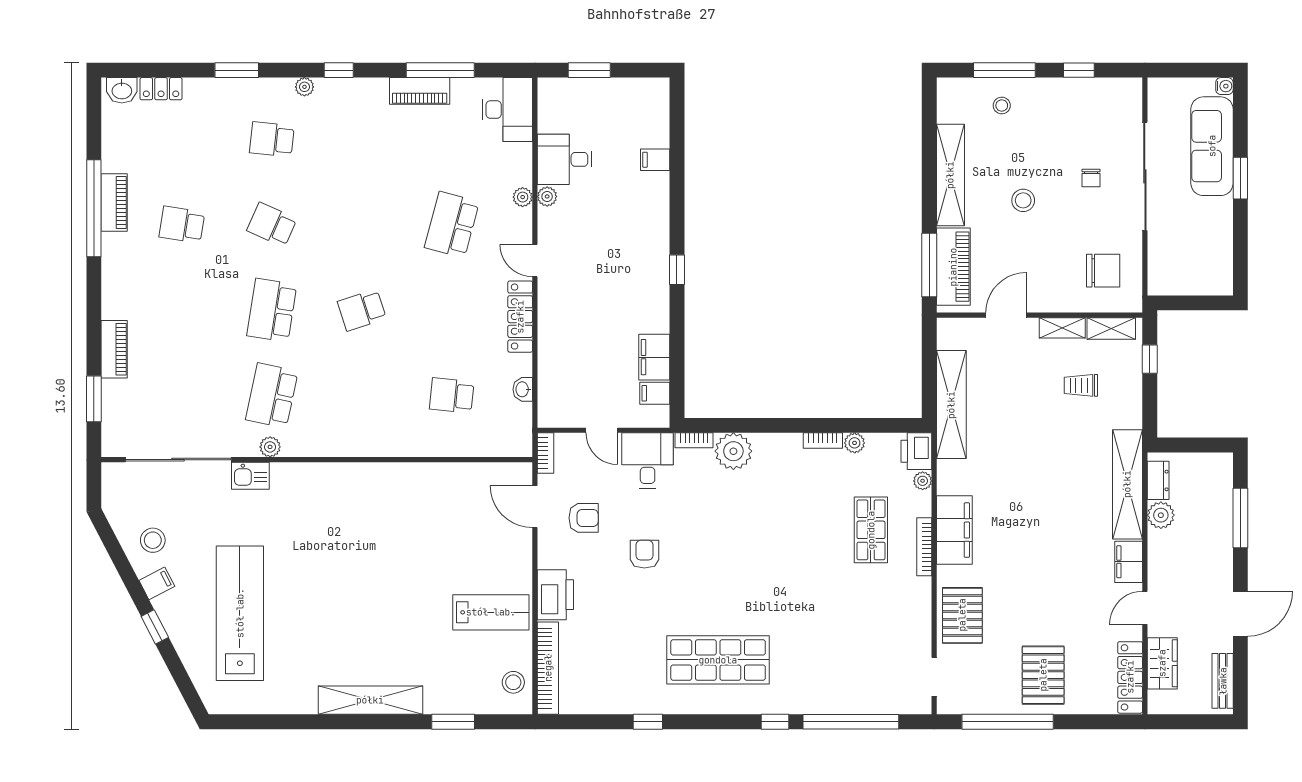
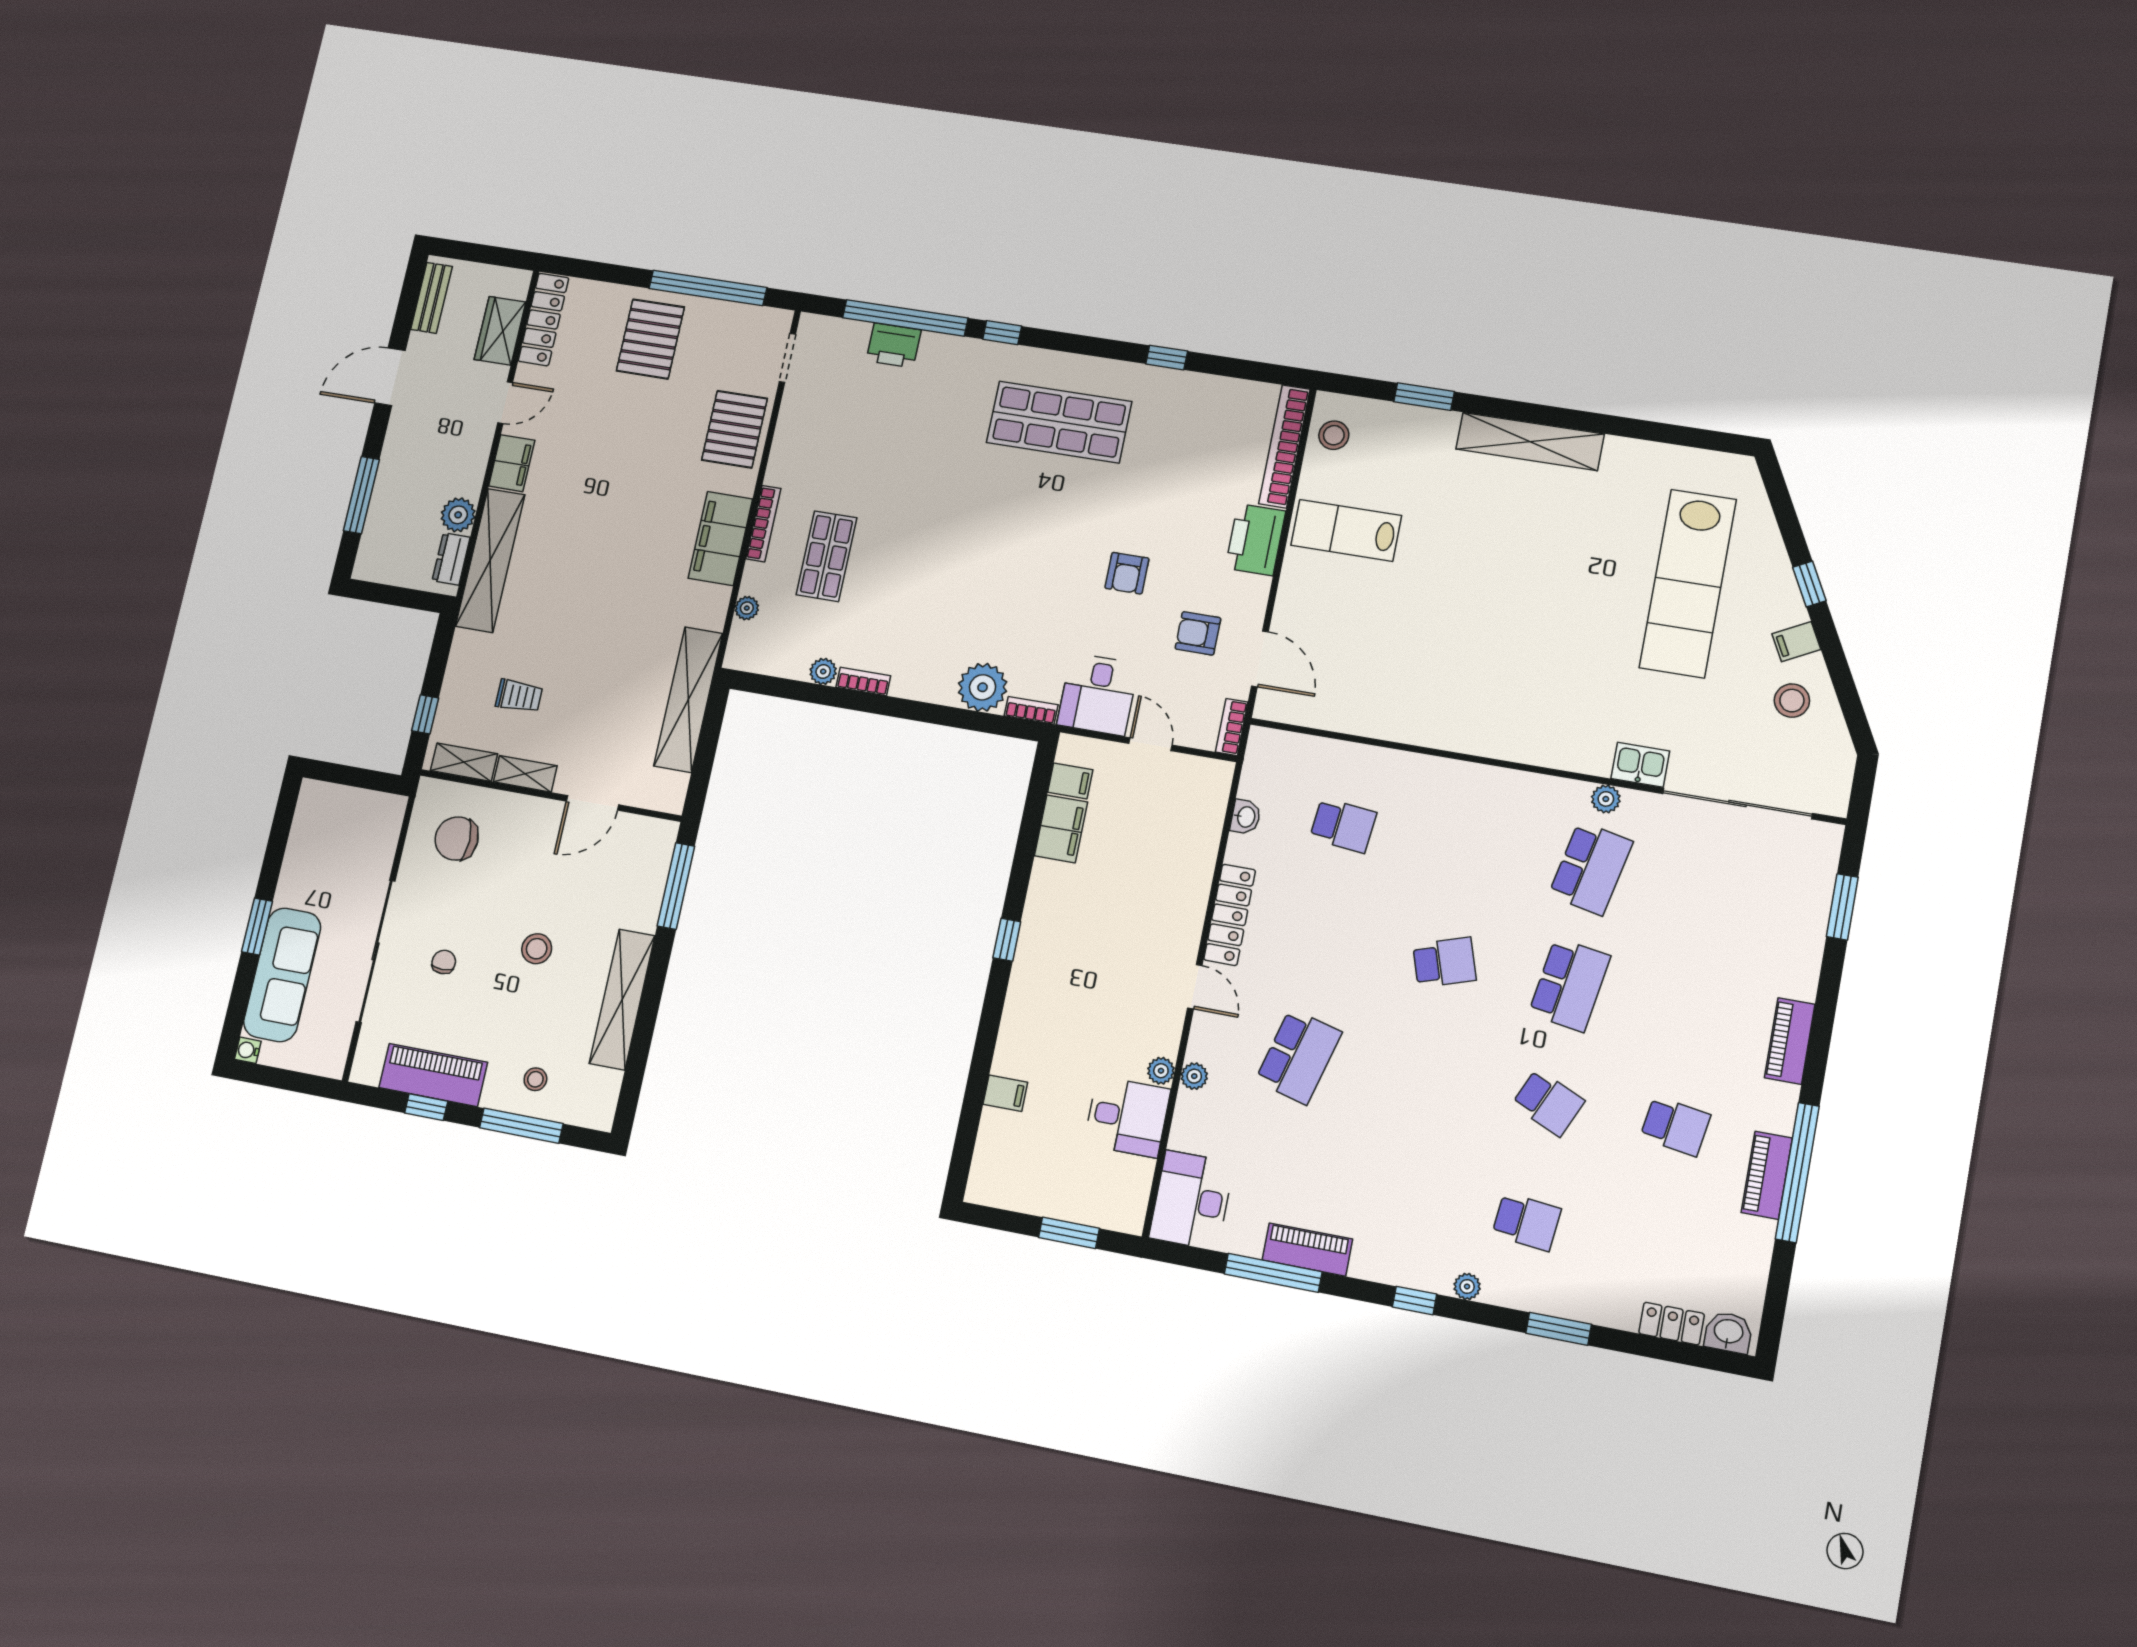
piano: (953, 267) -> (433, 1075), moved, turned 90
piano: (114, 349) -> (1790, 1041), moved
printer: (916, 451) -> (894, 345), moved, turned 90

